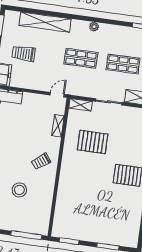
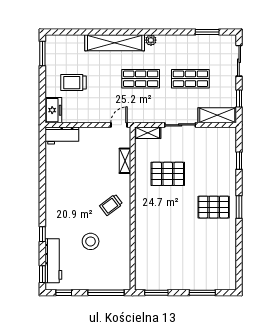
shelving: (45, 22) -> (115, 43), moved

